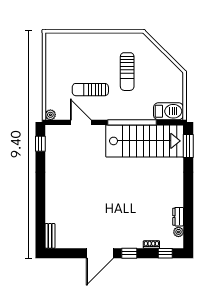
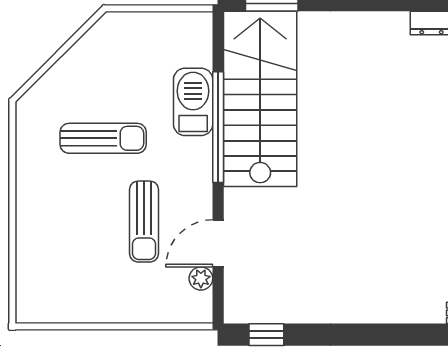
barbecue: (168, 111) -> (193, 102), moved
plant: (50, 115) -> (201, 278), moved

